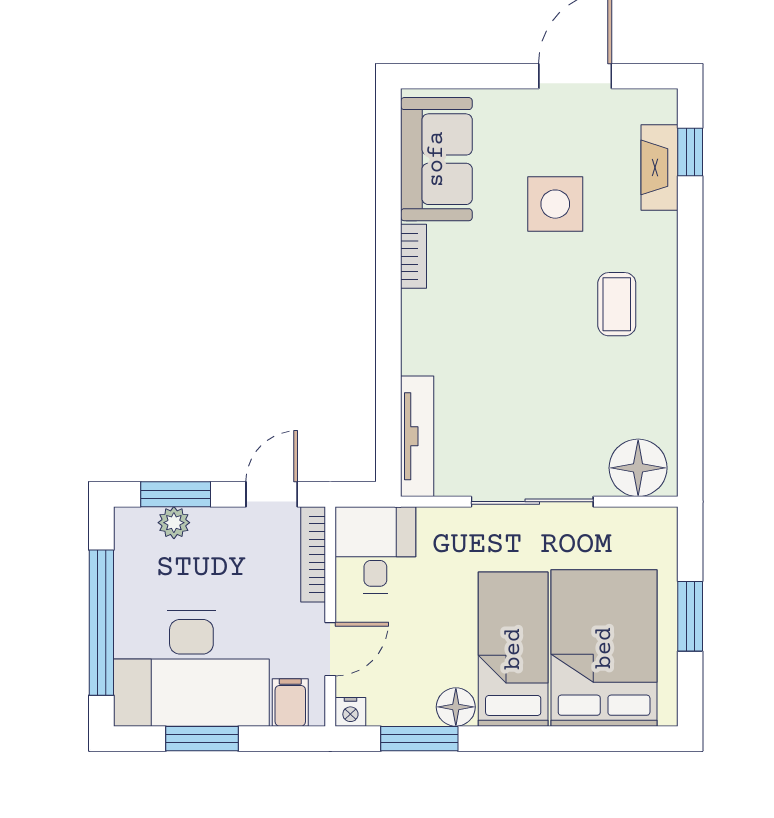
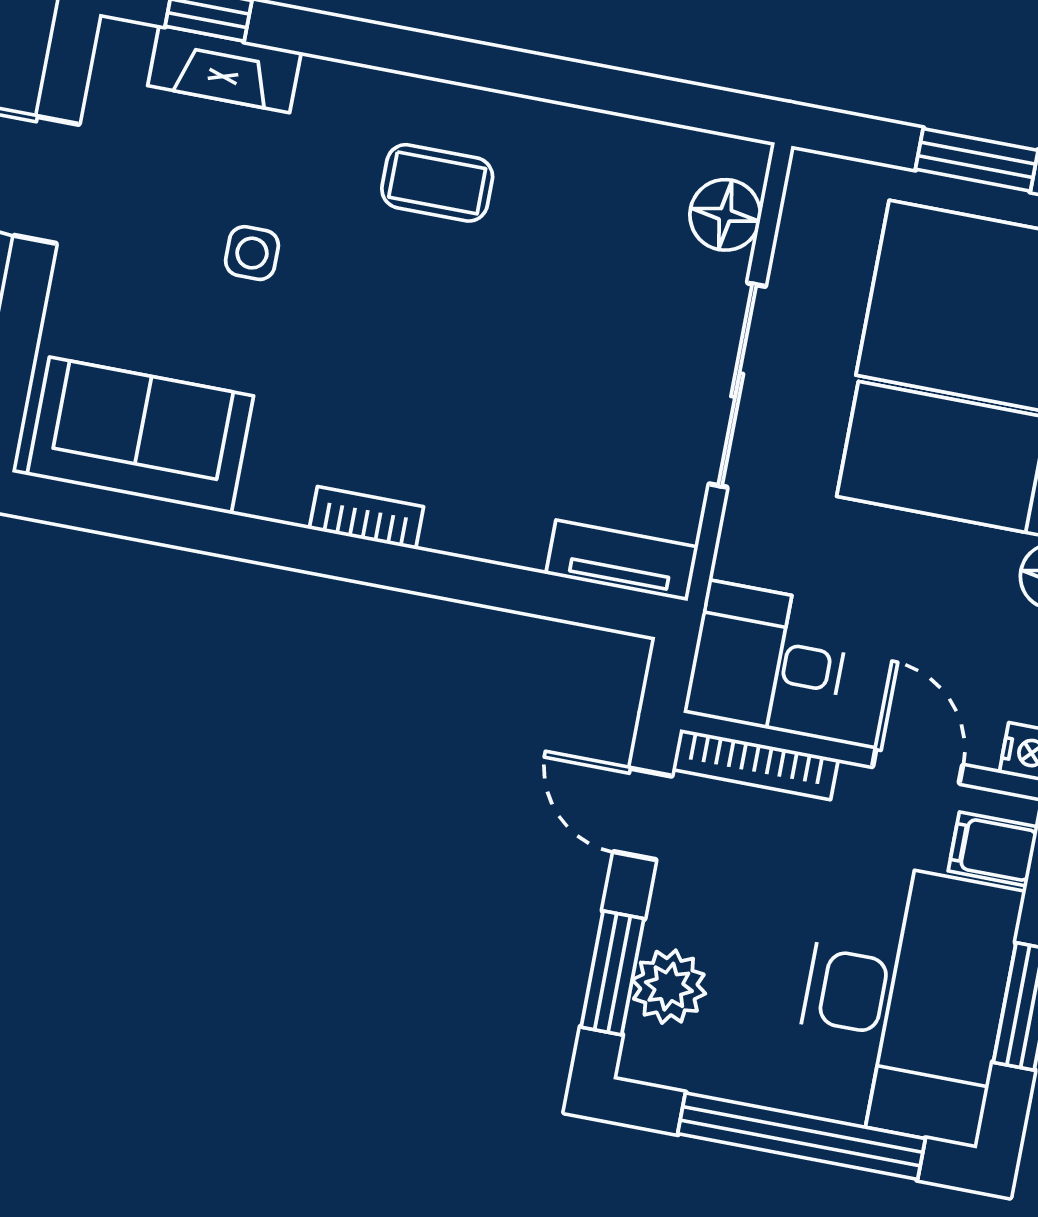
side table: (555, 204) -> (252, 253), width x0.54, depth x0.54
bookcase: (414, 256) -> (366, 518), moved
tv unit: (417, 436) -> (622, 560), width x0.71
floor lamp: (638, 468) -> (725, 215), width x0.73, depth x0.73
plant: (174, 523) -> (669, 987), width x1.38, depth x1.38

